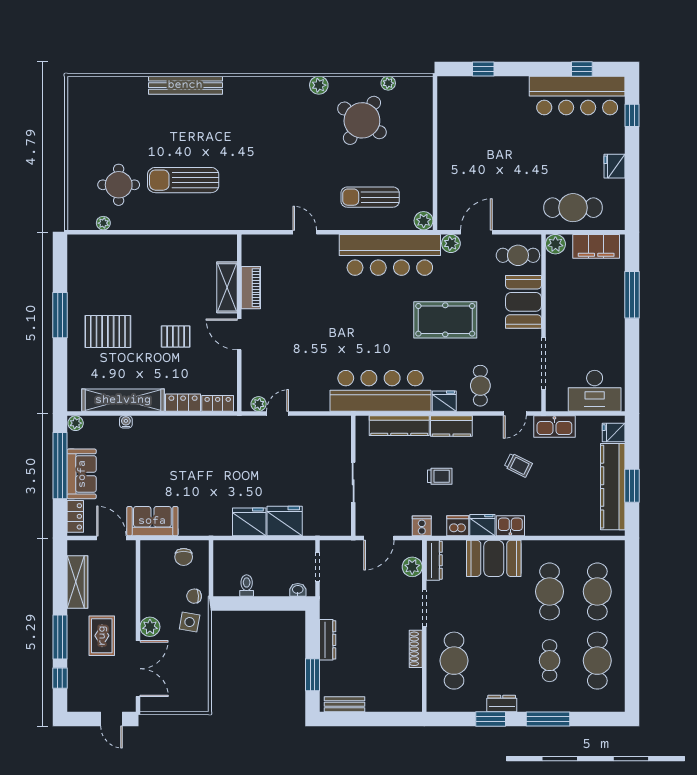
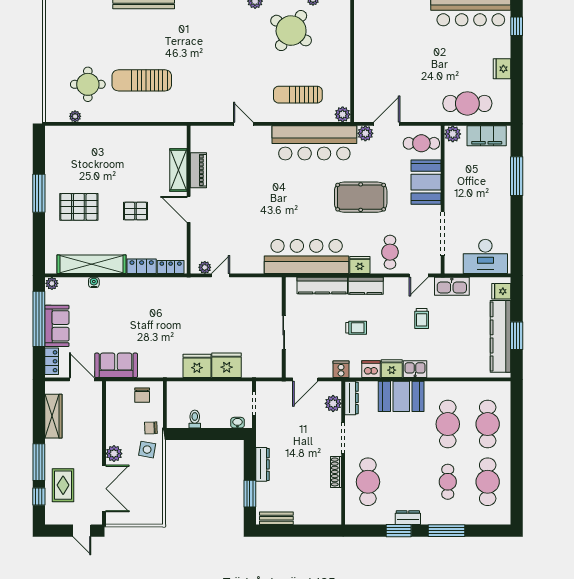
trolley: (518, 465) -> (422, 318), turned 63
rug: (102, 636) -> (63, 485), moved

